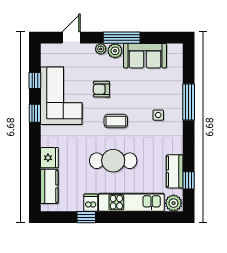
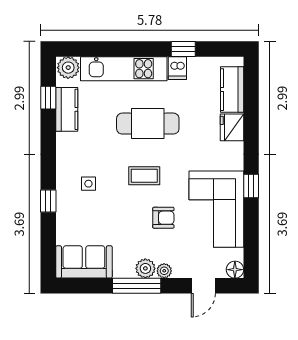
floor lamp: (47, 50) -> (235, 270), added
sofa: (145, 56) -> (84, 262), moved
window: (35, 80) -> (251, 229), removed
window: (189, 102) -> (48, 201), width x0.46

